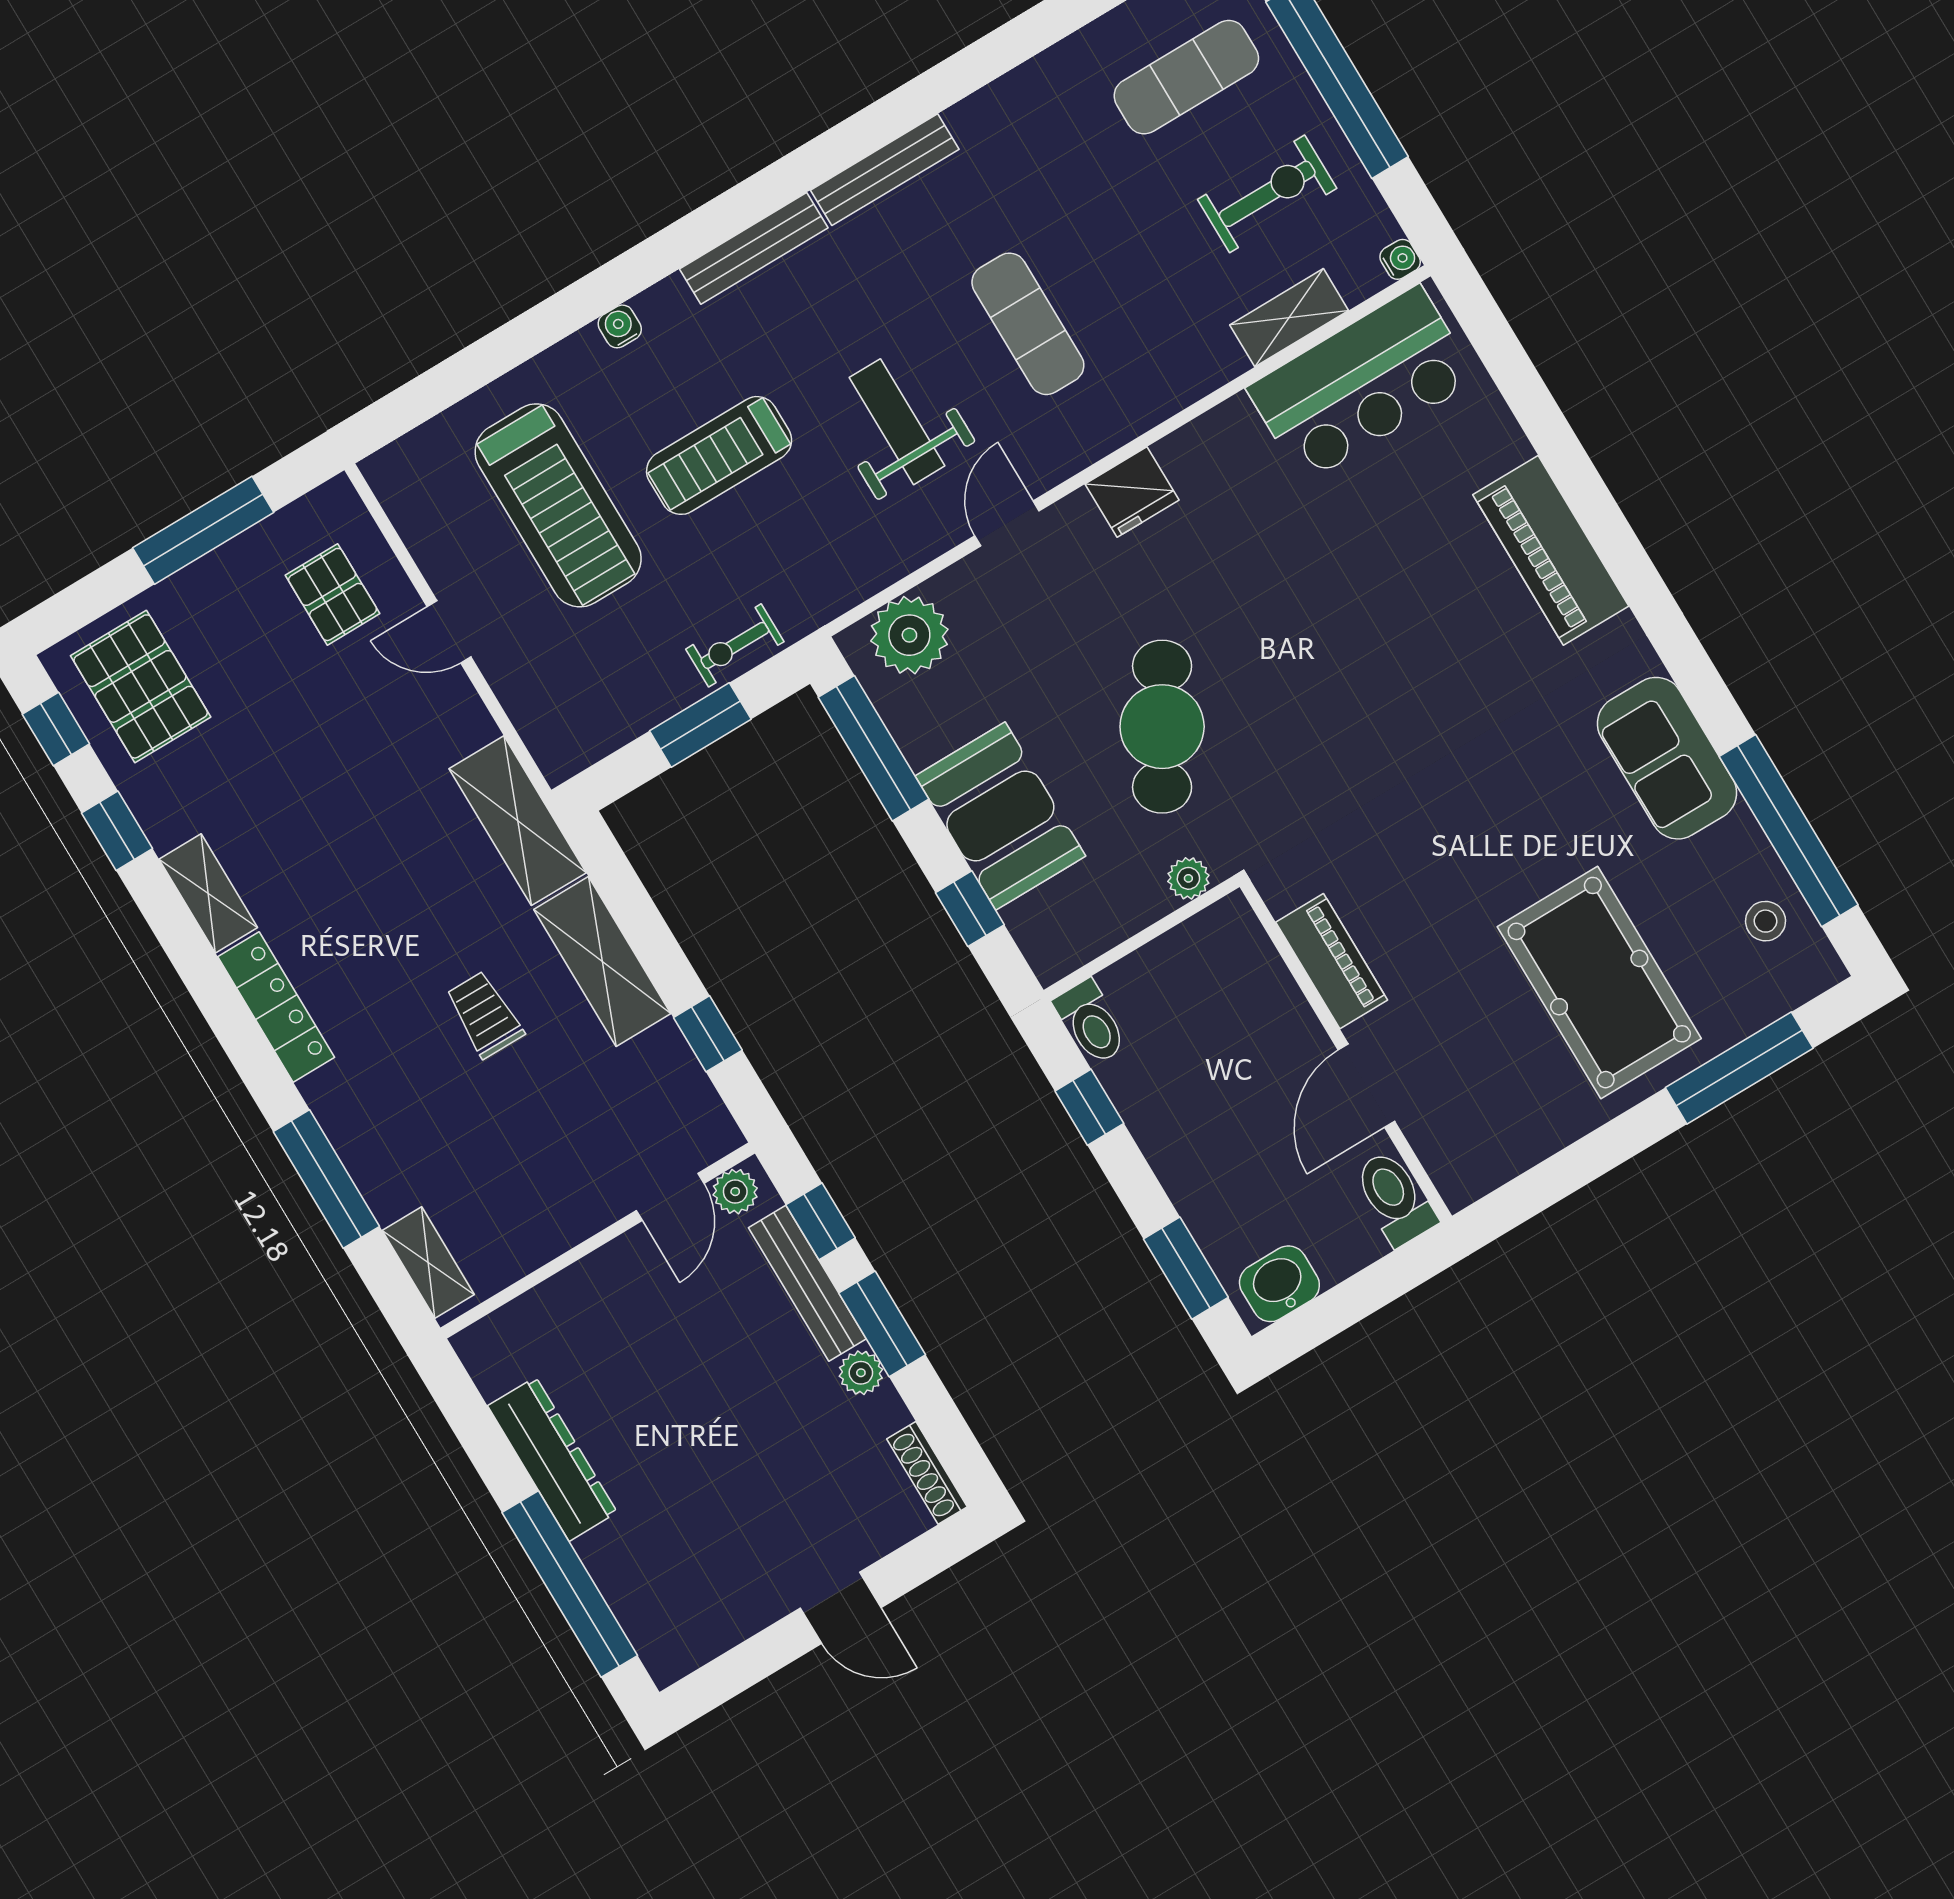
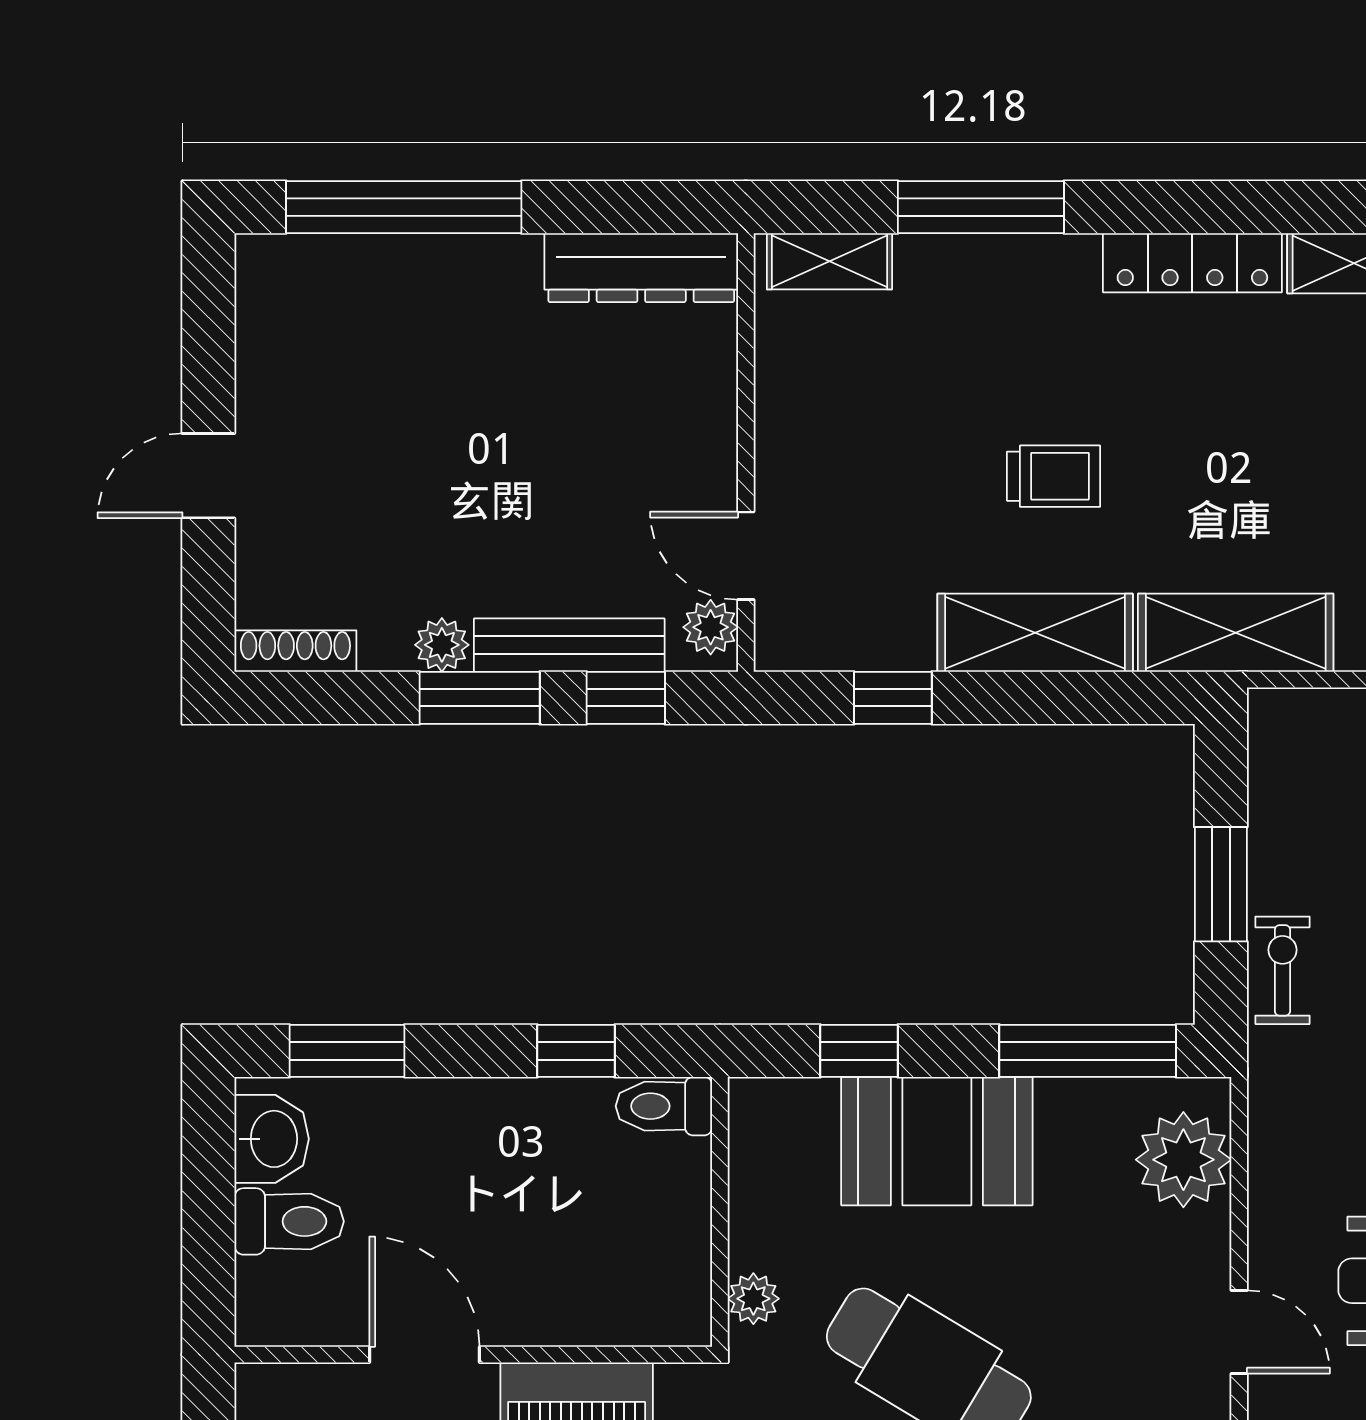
toilet: (1395, 1198) -> (289, 1221), moved
dresser: (552, 1459) -> (641, 268), moved

